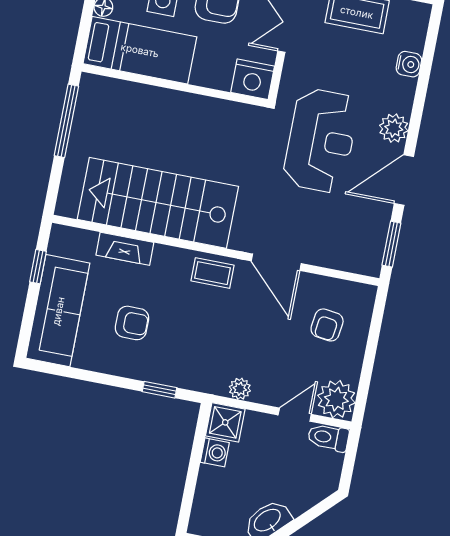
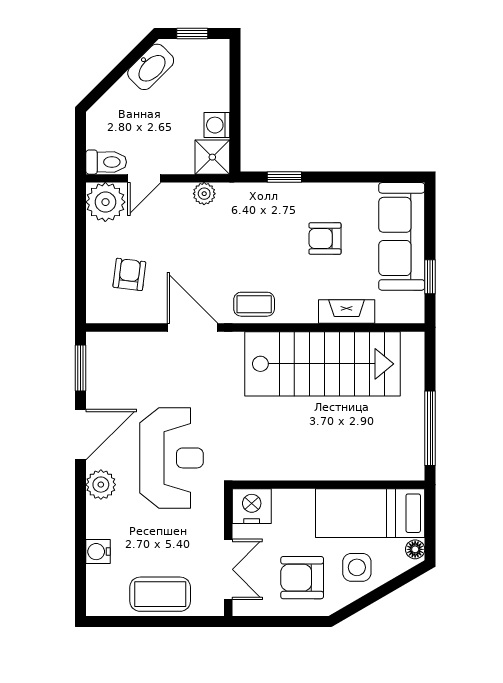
reception desk: (321, 141) -> (171, 458), turned 180

